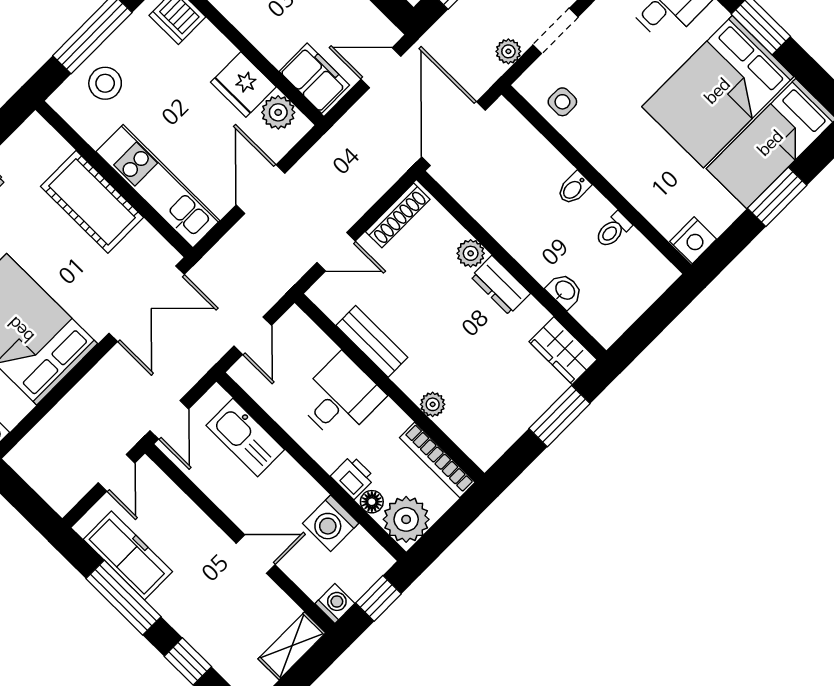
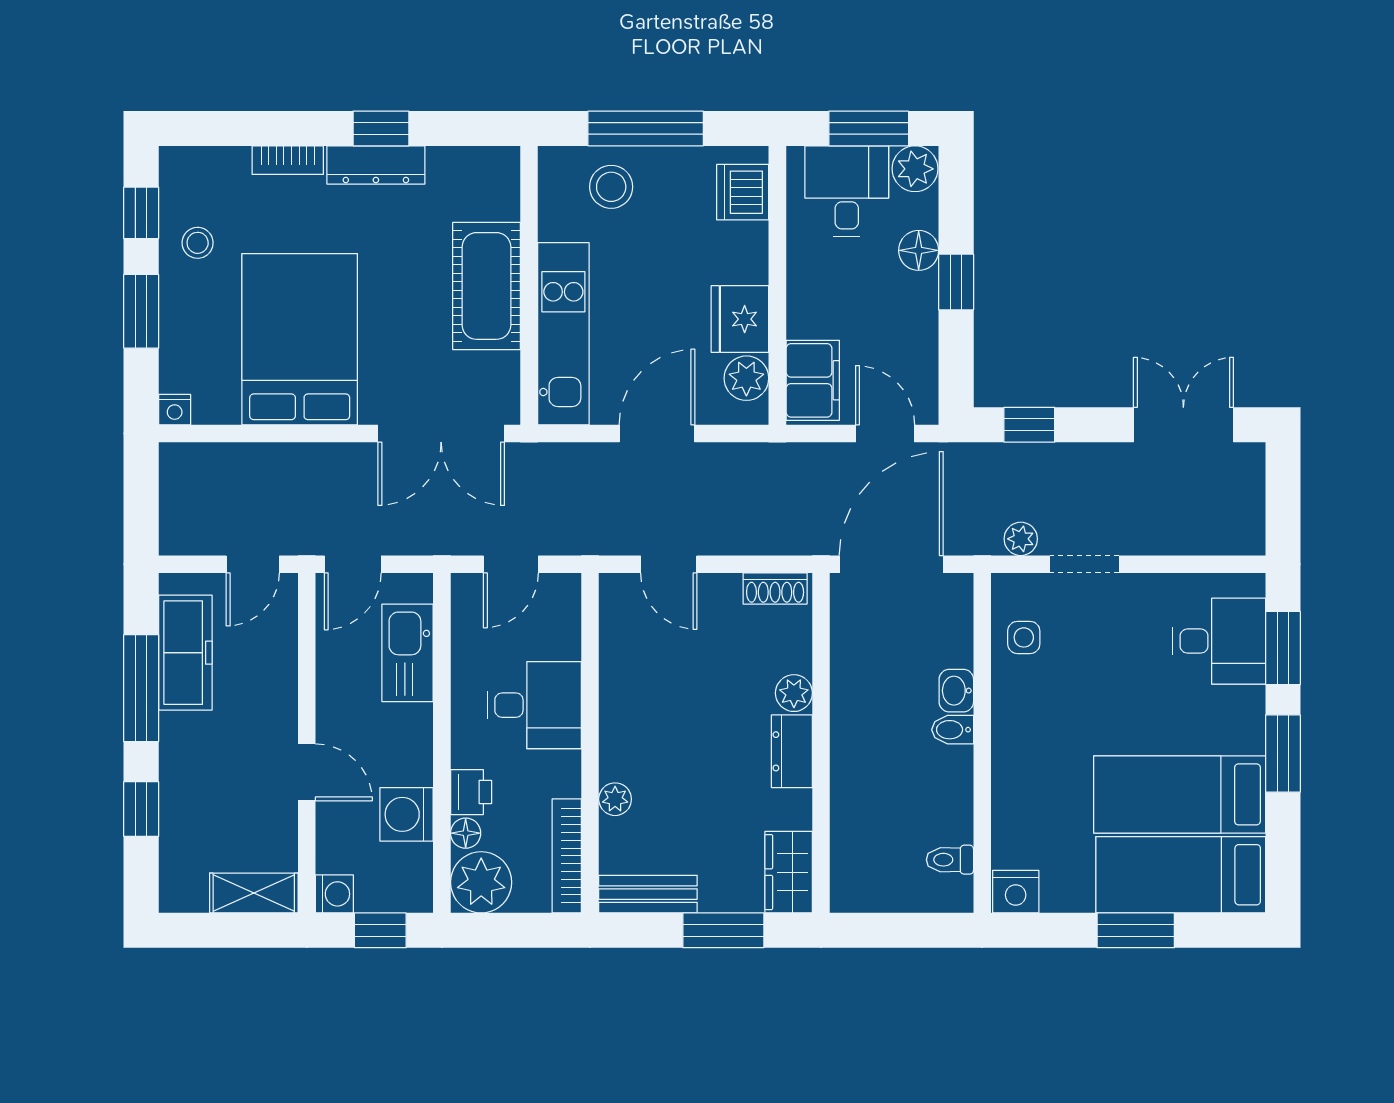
bed: (718, 92) -> (1180, 794), width x0.67
shoe rack: (398, 215) -> (775, 588), width x0.70
toilet: (613, 230) -> (950, 860), moved
washbasin: (565, 291) -> (956, 691), moved, turned 180
bench: (372, 341) -> (648, 894), moved, turned 90

